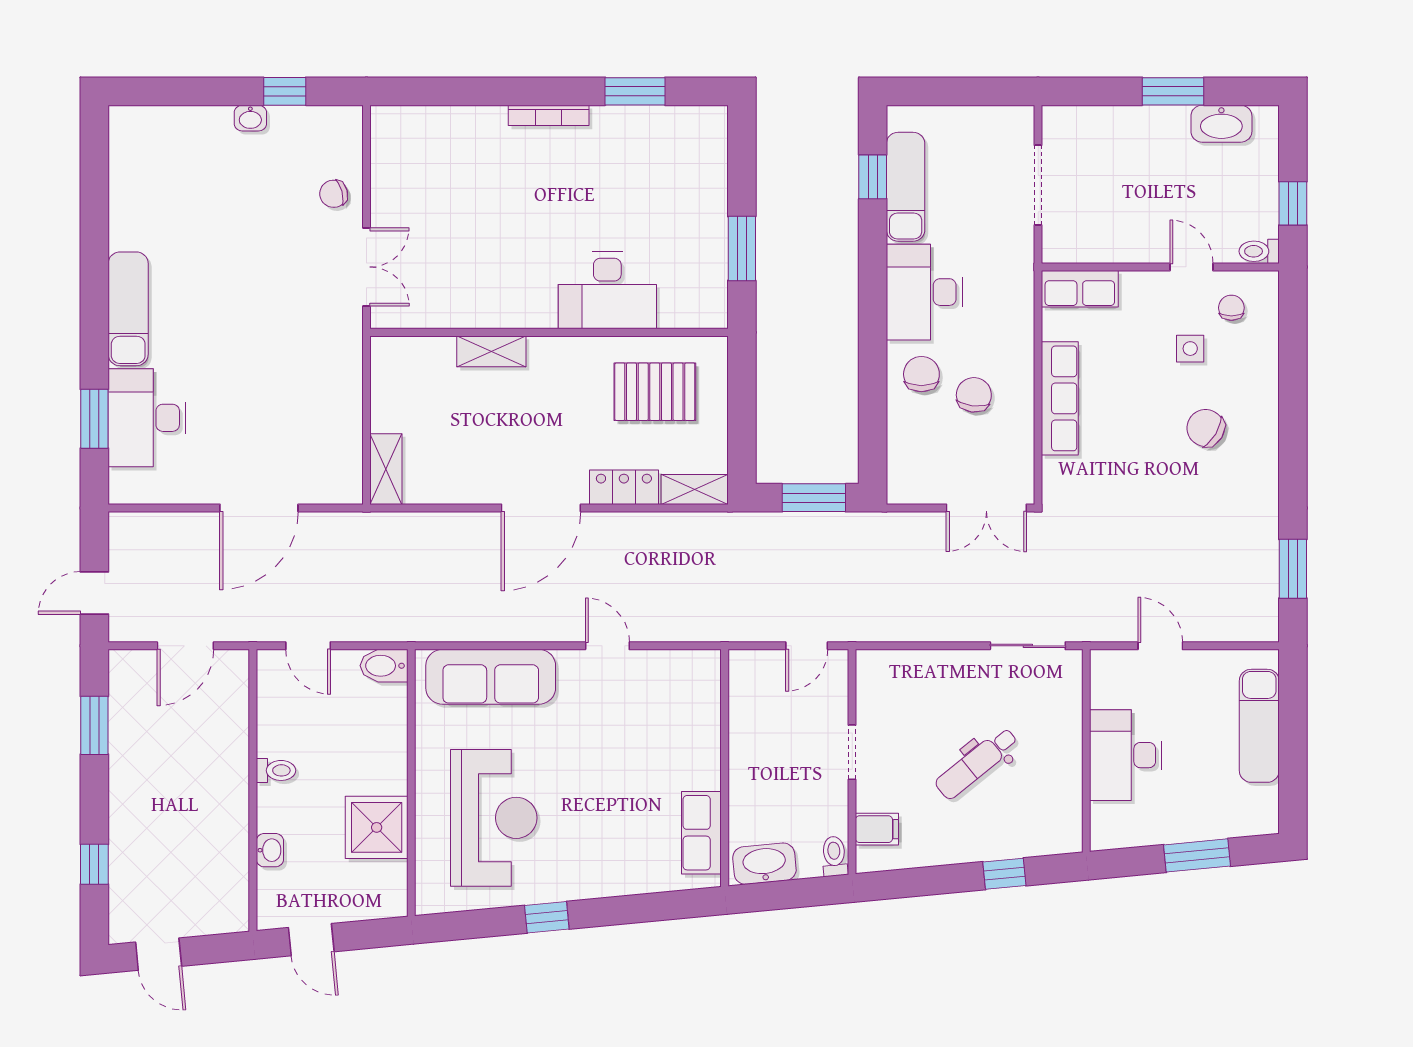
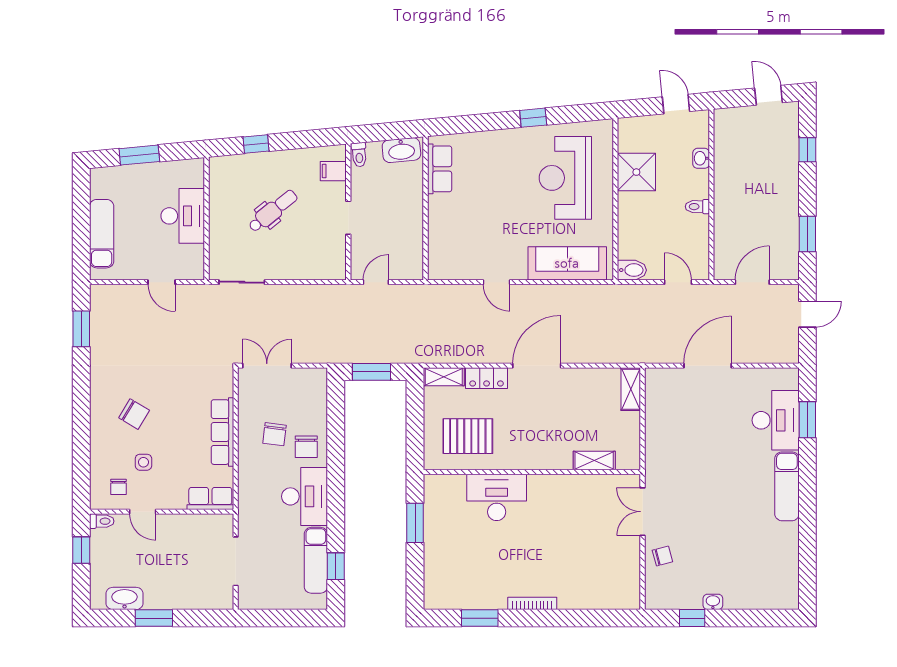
shelving: (491, 351) -> (594, 461), moved

